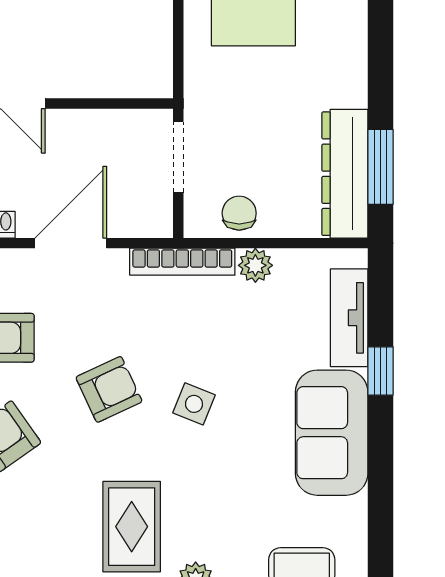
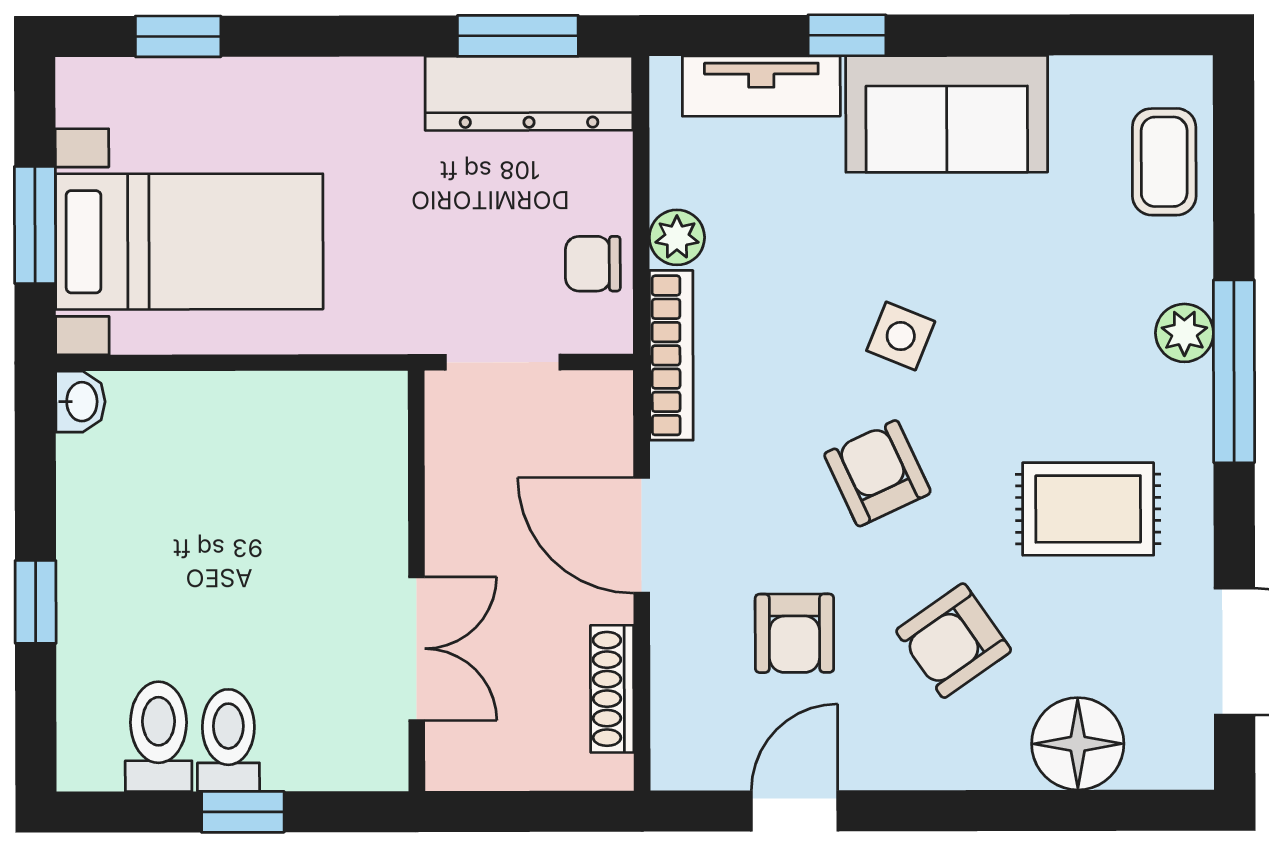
rug: (132, 527) -> (1088, 509), moved

